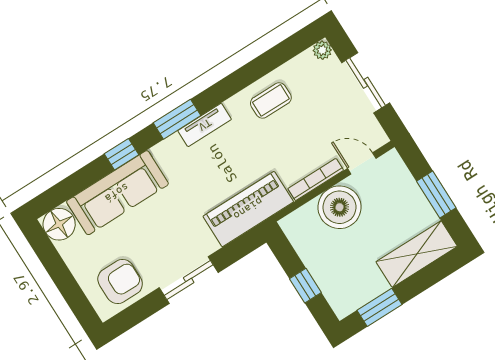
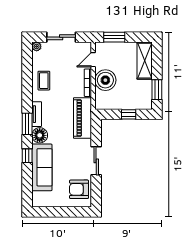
window: (436, 194) -> (114, 37), moved
floor lamp: (59, 224) -> (40, 135), moved
armchair: (120, 282) -> (79, 189), turned -90

